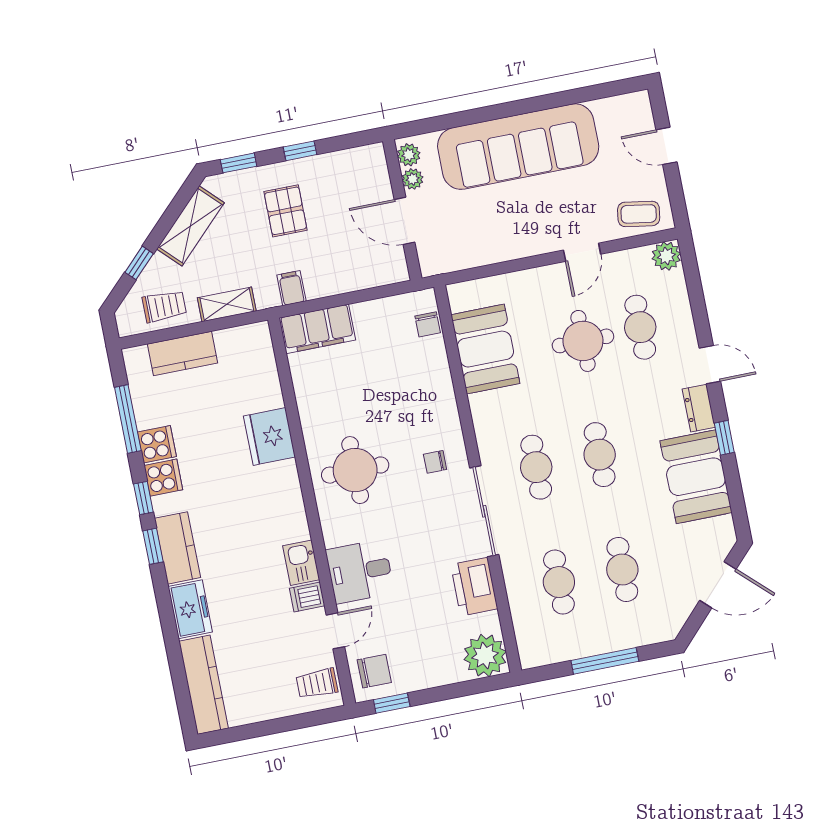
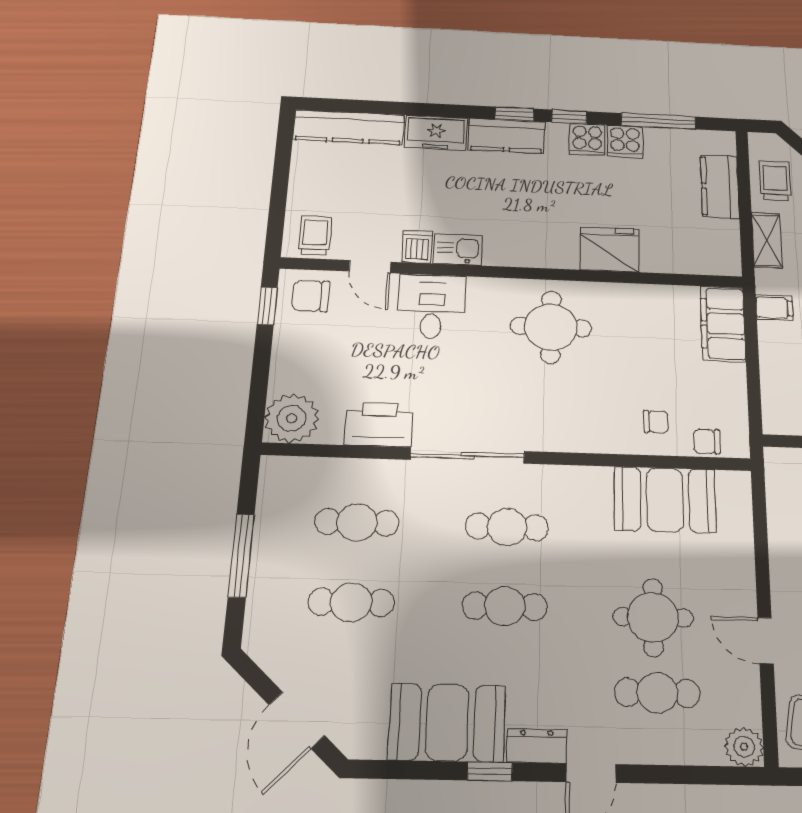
trolley: (164, 306) -> (775, 181), turned 180
chair: (435, 462) -> (656, 422), moved, turned 90
chair: (374, 671) -> (311, 296), turned 90

